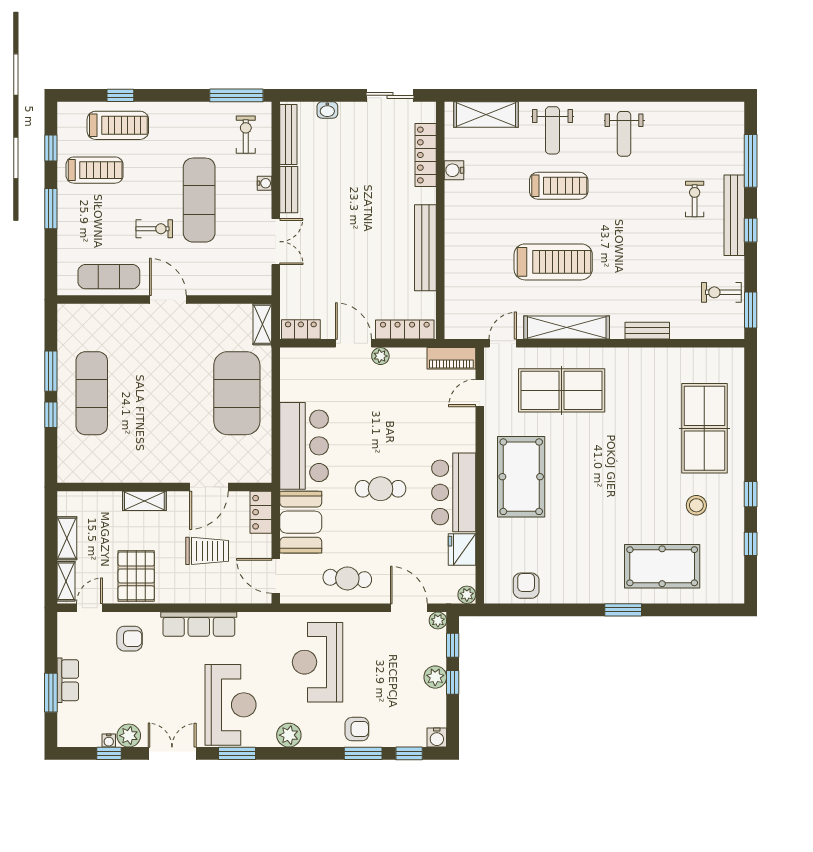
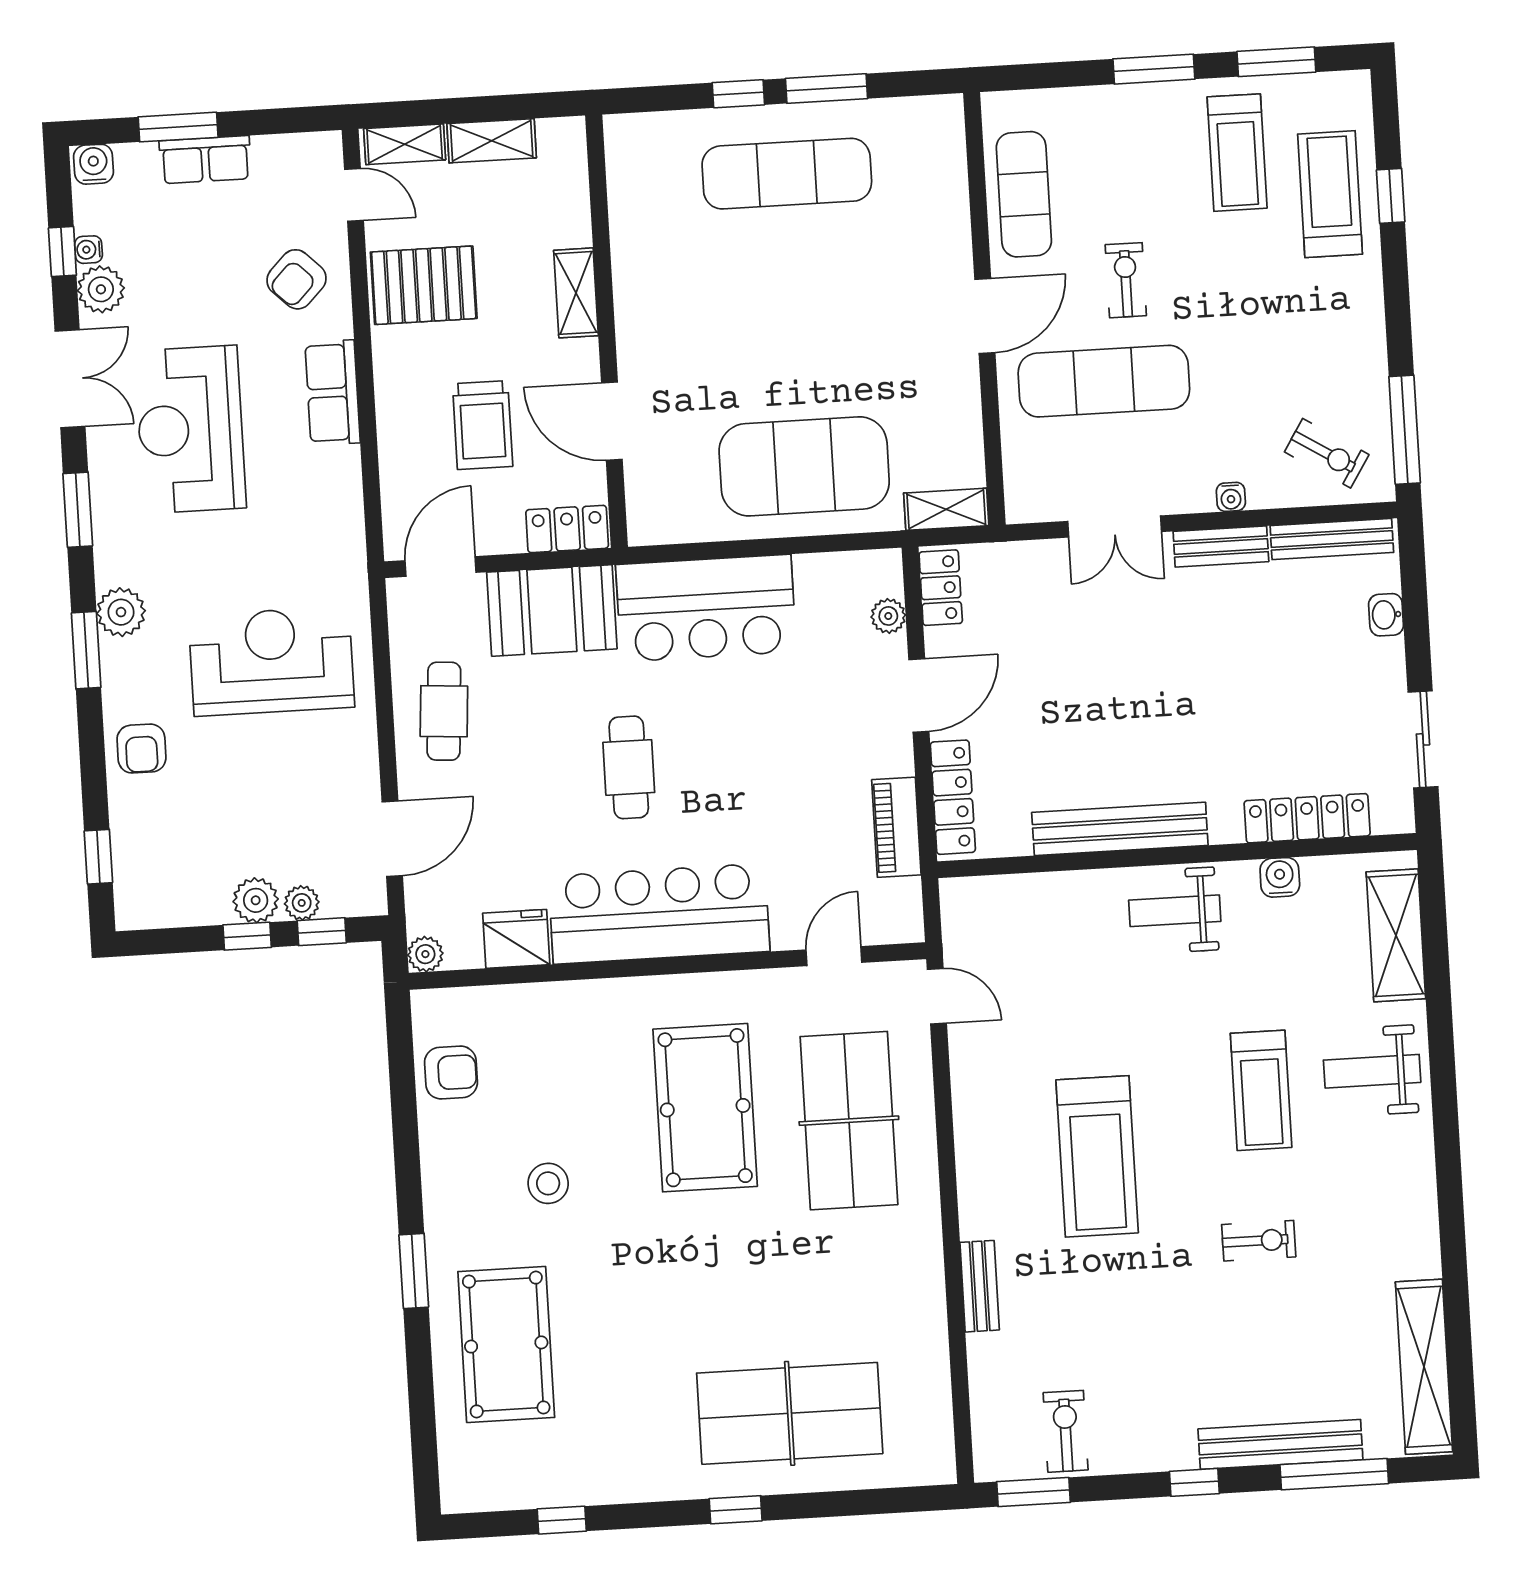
treadmill: (118, 125) -> (1330, 194), turned 180
weight bench: (624, 134) -> (1175, 911), moved
exercise bike: (246, 135) -> (1327, 453), turned 32
window: (51, 148) -> (1276, 62), width x1.50
exercise bike: (695, 199) -> (1259, 1241), moved
exercise mat: (199, 200) -> (1104, 381), moved
bench: (734, 215) -> (1280, 1444), moved
exercise bike: (154, 229) -> (1126, 280), turned 180
treadmill: (553, 262) -> (1097, 1156), moved
shelving: (567, 327) -> (1424, 1367), moved
plant: (380, 356) -> (888, 616), moved
piano: (451, 358) -> (896, 827), moved
door: (480, 393) -> (834, 956), hinge flipped
pool table: (521, 477) -> (705, 1108), moved, turned 90
bar counter: (454, 492) -> (659, 914), width x1.36
window: (751, 494) -> (736, 1510), moved
stool: (696, 505) -> (548, 1183), moved
plant: (438, 620) -> (302, 903), moved
row of seats: (199, 624) -> (333, 393), width x0.68
armchair: (130, 639) -> (297, 279), turned 44
reception desk: (231, 705) -> (190, 429), moved, turned 90
water cooler: (437, 738) -> (94, 164), moved, turned 90
window: (363, 753) -> (86, 650), moved

